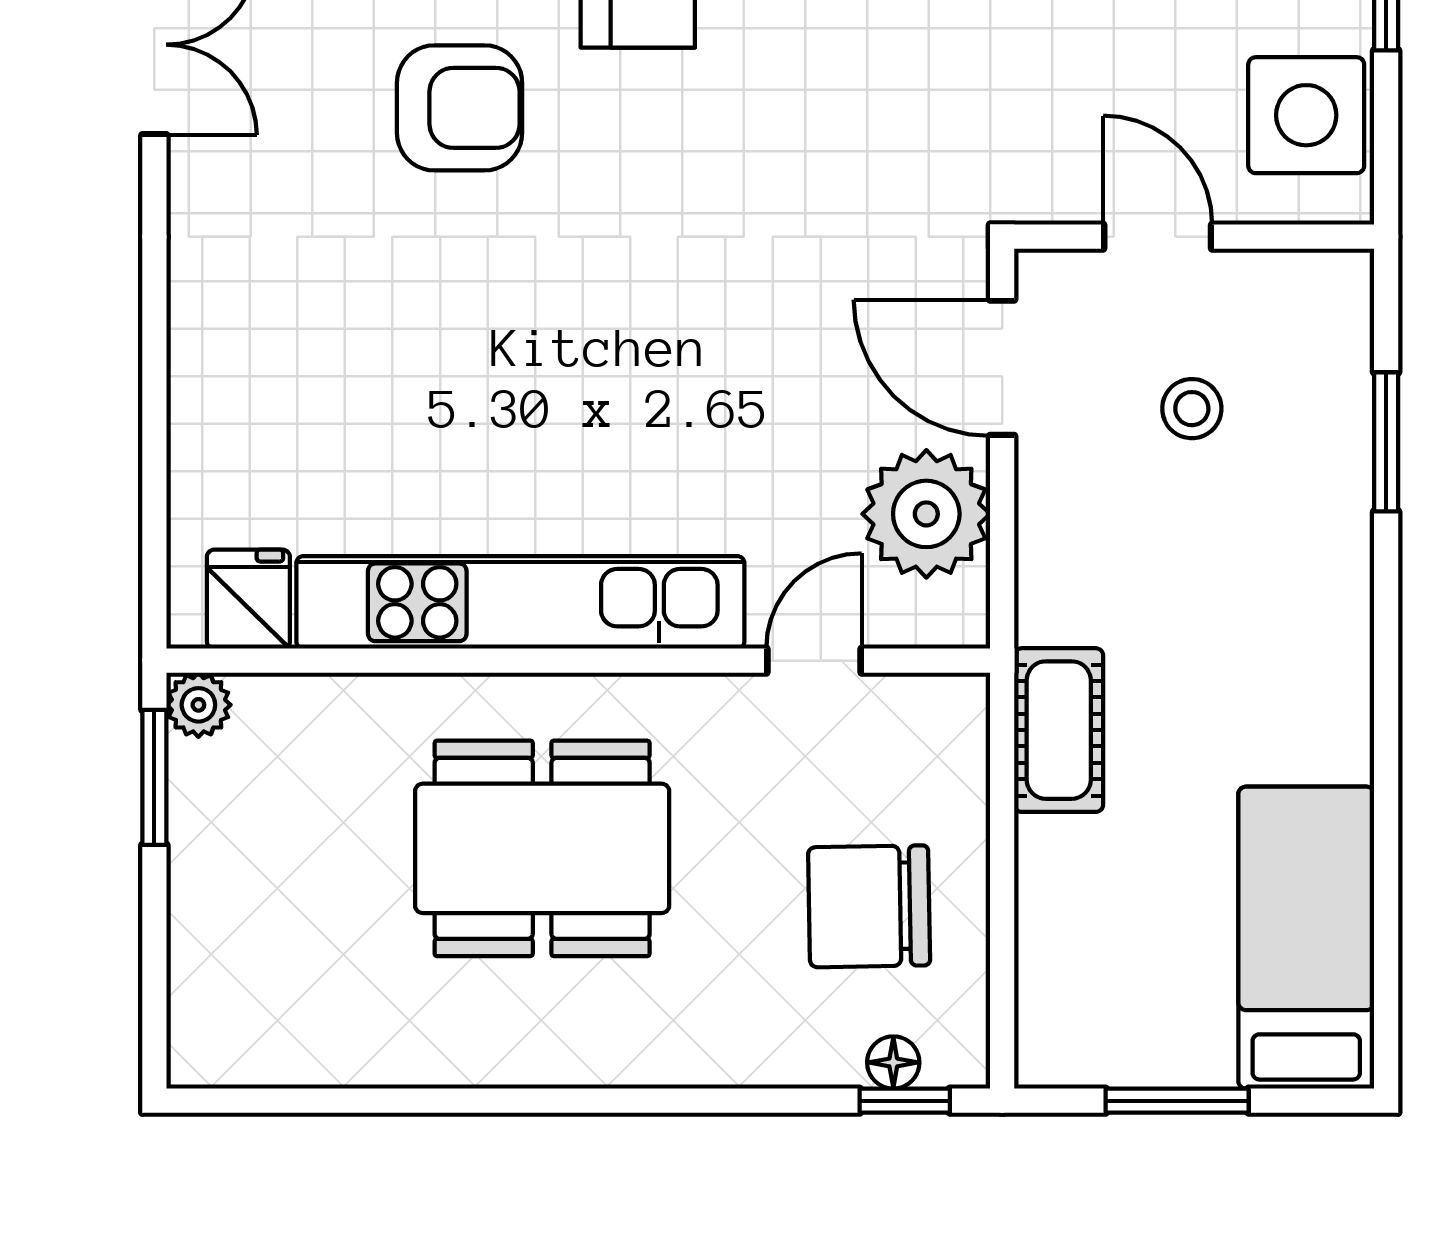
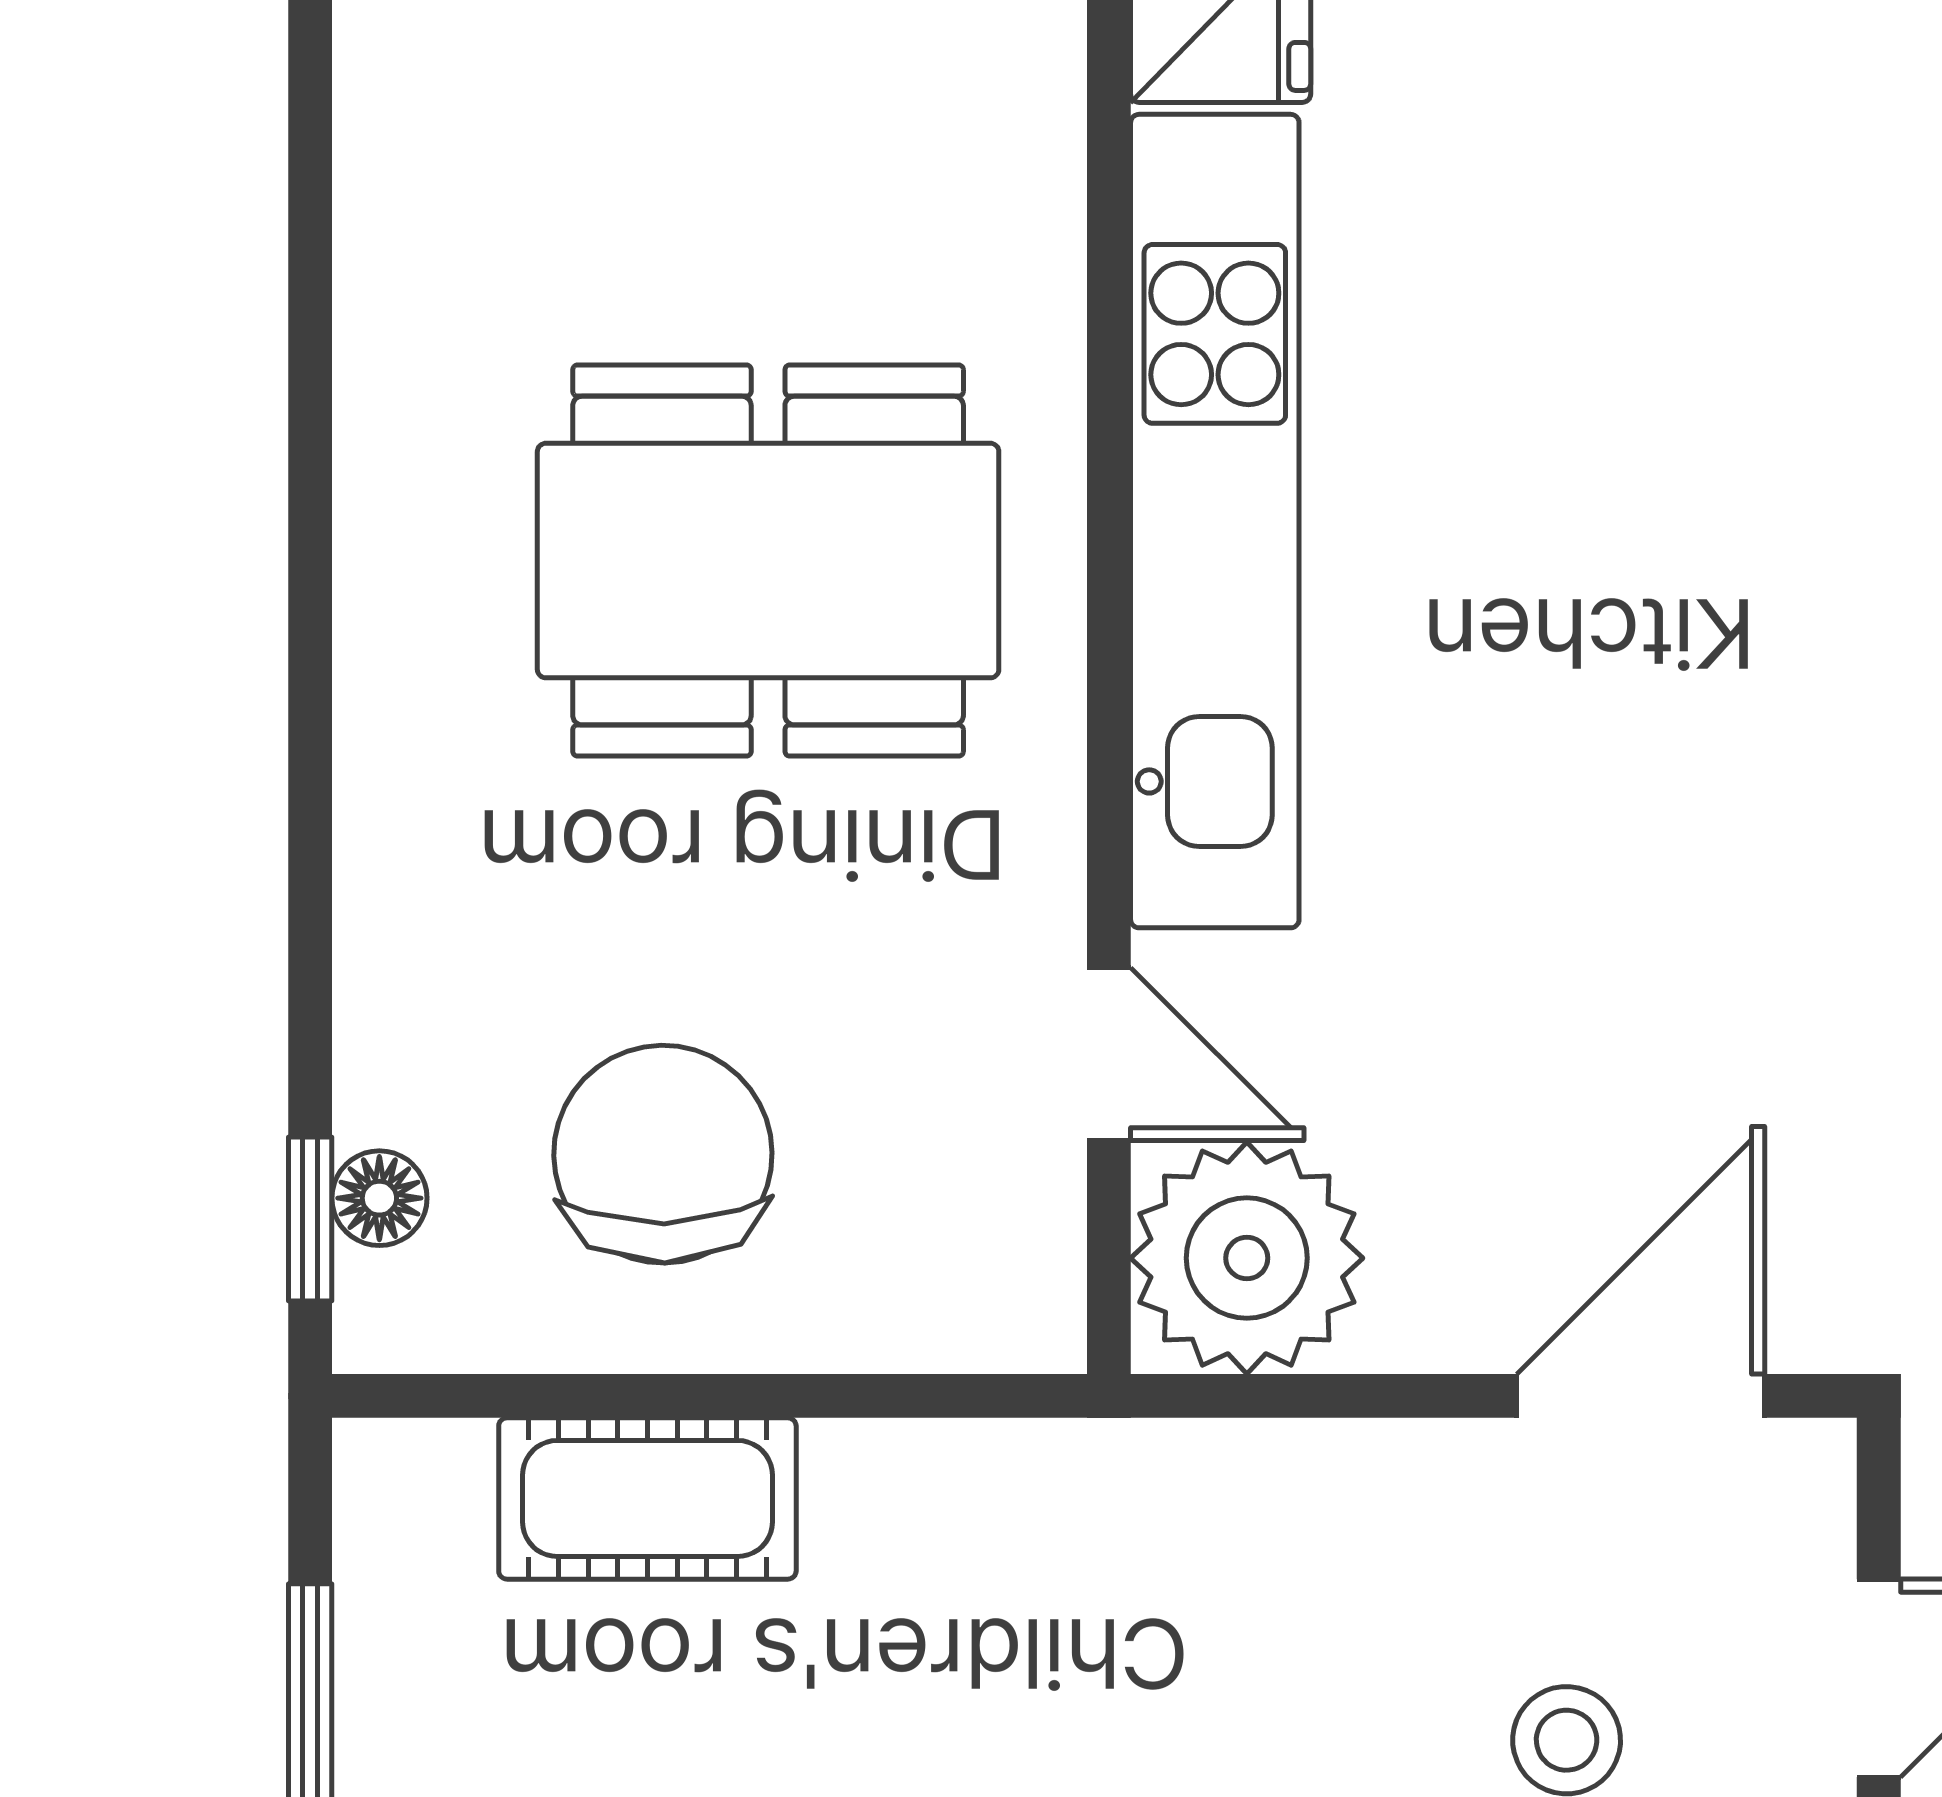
plant: (926, 514) -> (1247, 1258), moved
cot: (1059, 730) -> (647, 1498), moved
dining table: (542, 848) -> (768, 561), turned 90

